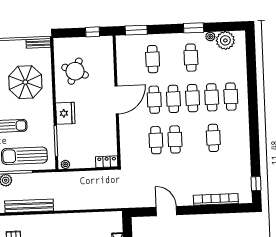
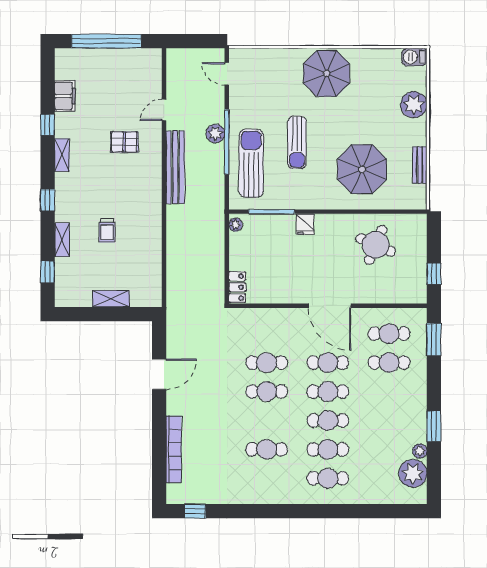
bench: (38, 43) -> (420, 165), moved
cafe table: (191, 58) -> (389, 334), moved
fridge: (65, 113) -> (305, 224), width x0.53, depth x0.75

